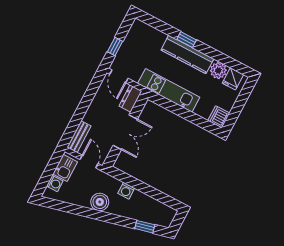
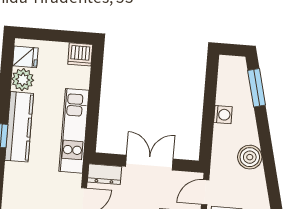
washing machine: (126, 191) -> (223, 115), moved
window: (145, 227) -> (257, 88), width x1.50

